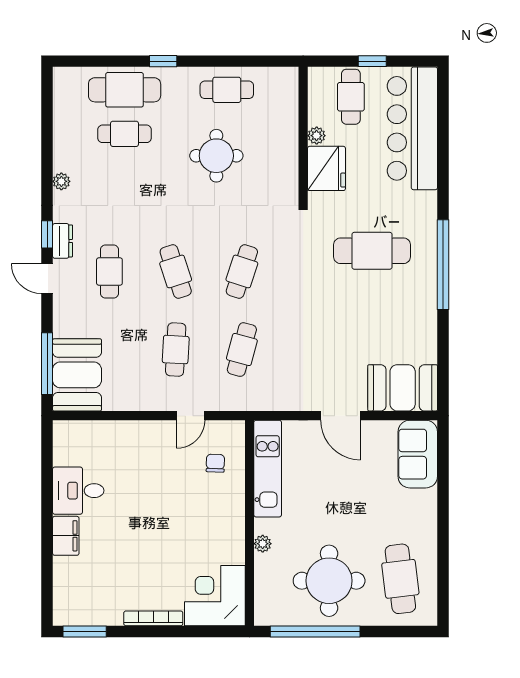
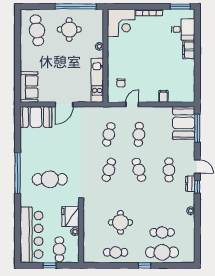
door: (341, 416) -> (64, 104), swing flipped
filing cabinet: (122, 433) -> (163, 96), added
desk: (78, 491) -> (183, 29), moved
round table: (329, 581) -> (69, 30), width x0.73, depth x0.73

